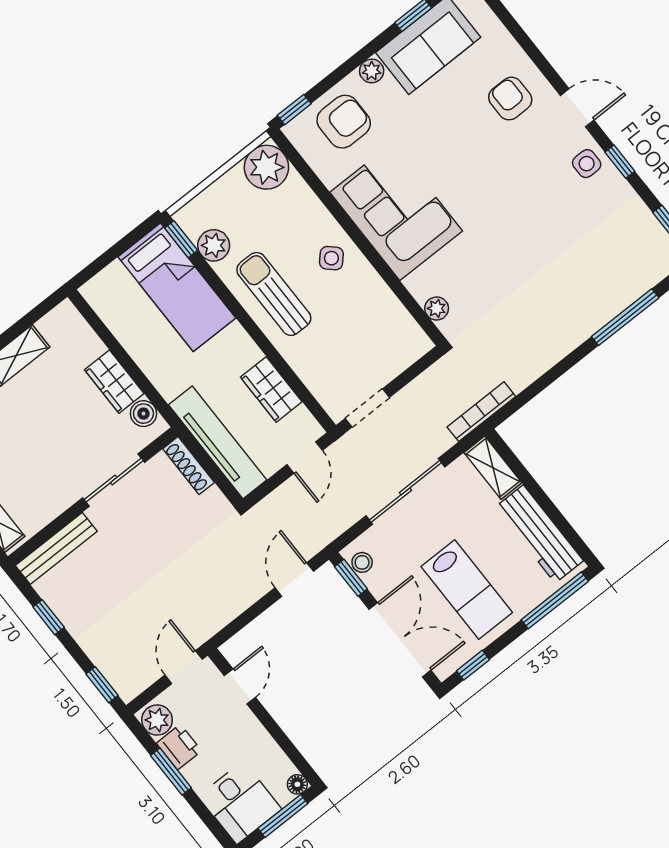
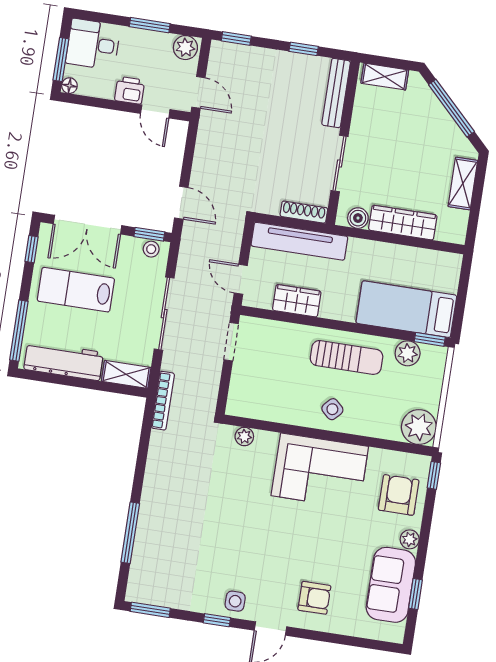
armchair: (344, 122) -> (399, 495), turned 180
wardrobe: (114, 382) -> (403, 223), width x1.50
printer: (179, 747) -> (130, 90), moved, turned 180

